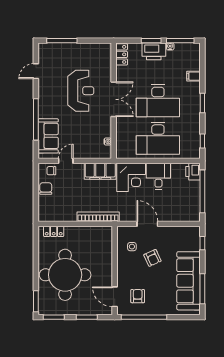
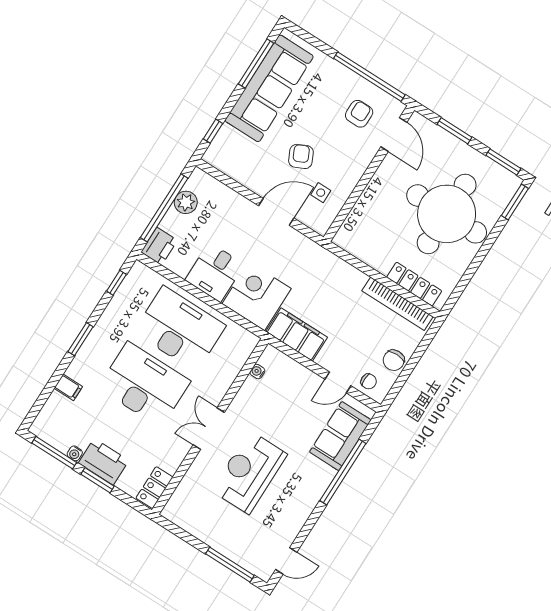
door: (36, 71) -> (286, 561), moved
double door: (114, 99) -> (209, 429), width x0.73
plant: (194, 201) -> (186, 202), added
bookcase: (98, 217) -> (397, 304), moved
door: (147, 224) -> (276, 212), swing flipped
locker: (54, 231) -> (414, 284), width x1.53
armchair: (138, 296) -> (359, 114), turned 180

